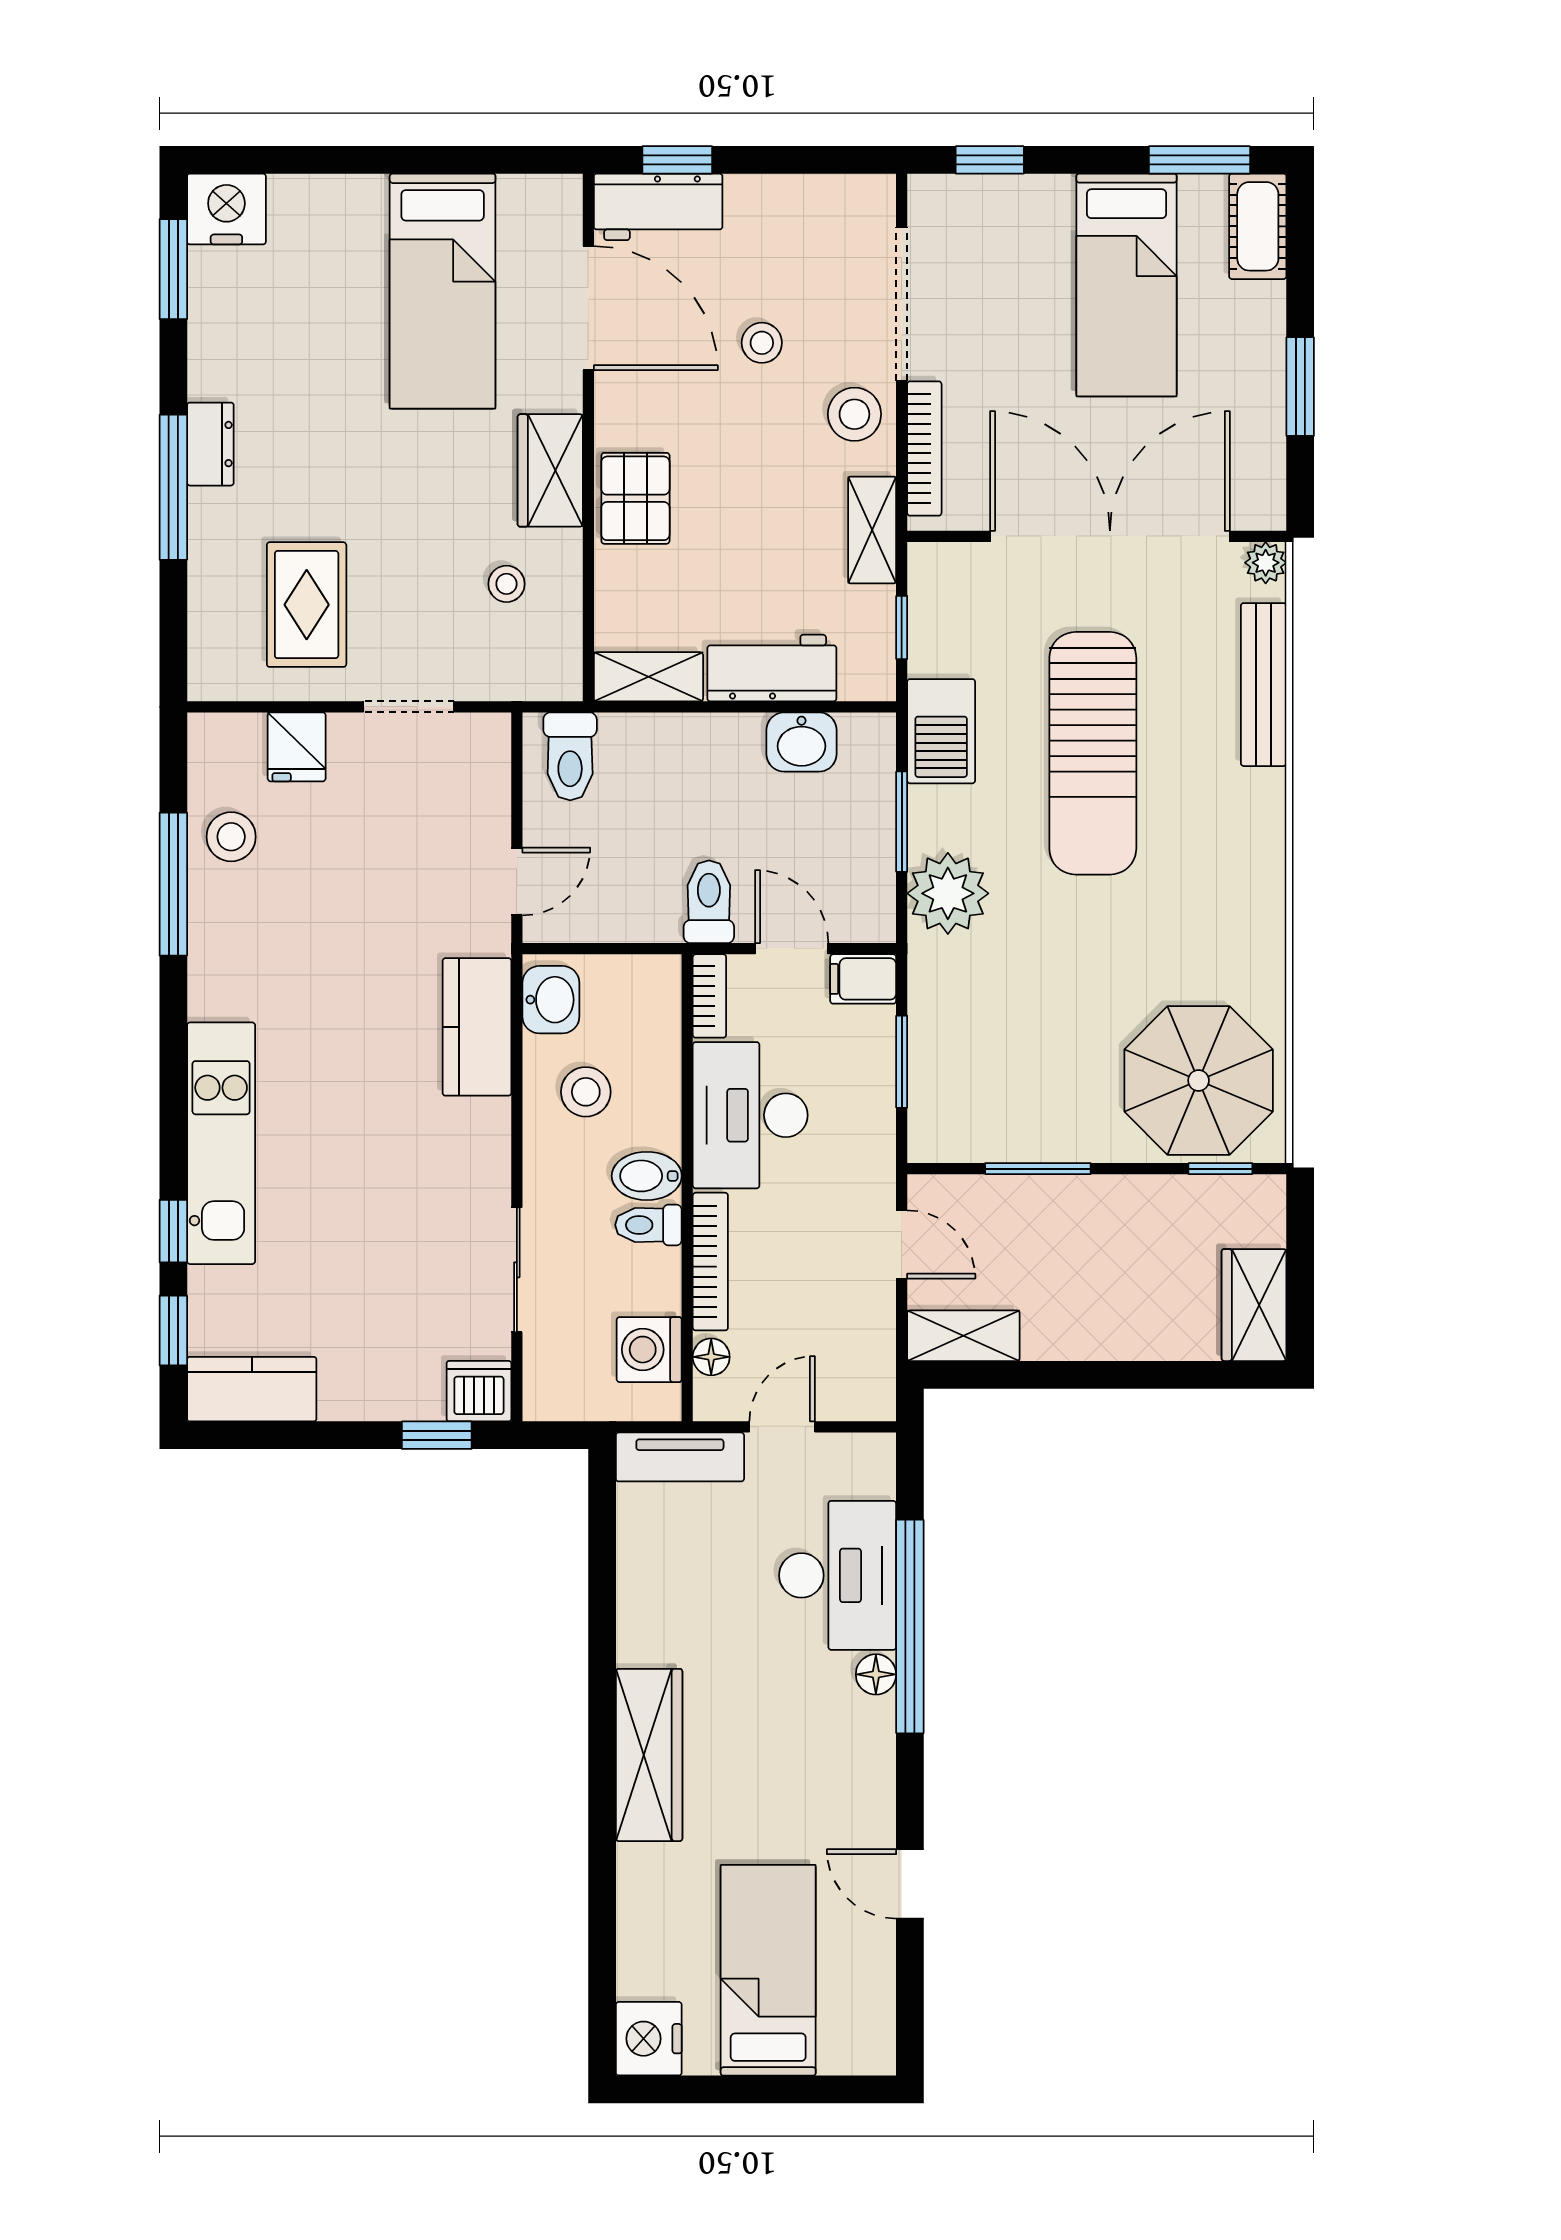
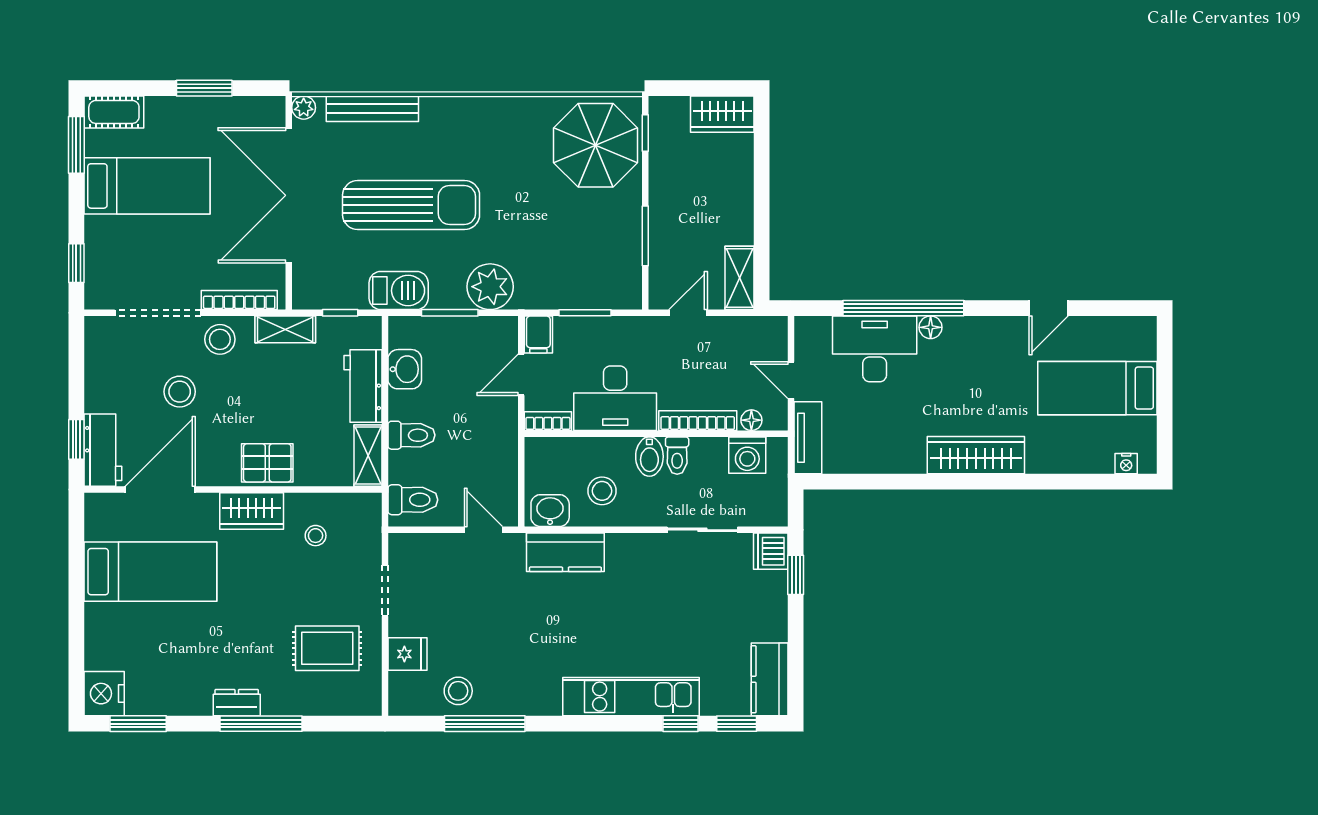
stool: (762, 343) -> (180, 392), width x1.37, depth x1.37
toilet: (709, 902) -> (411, 435), moved, turned 180
nightstand: (649, 2039) -> (1126, 464), width x0.53, depth x0.56

